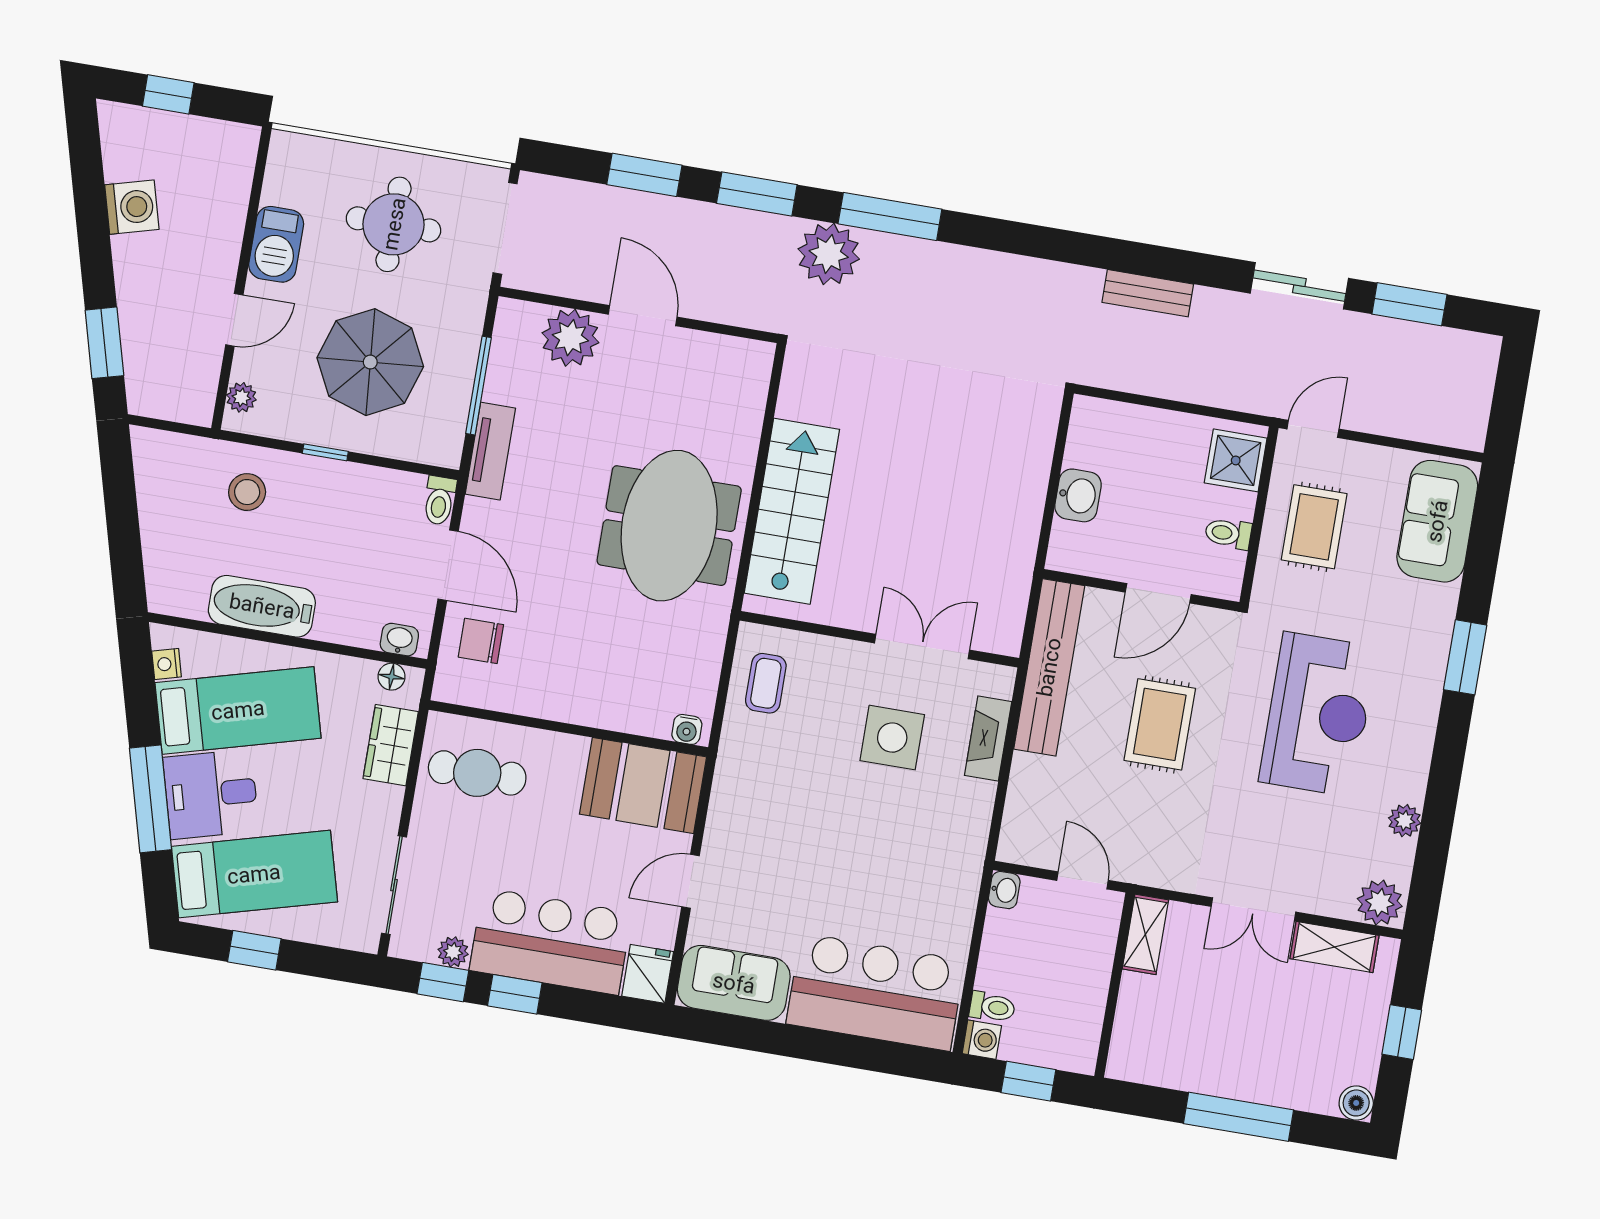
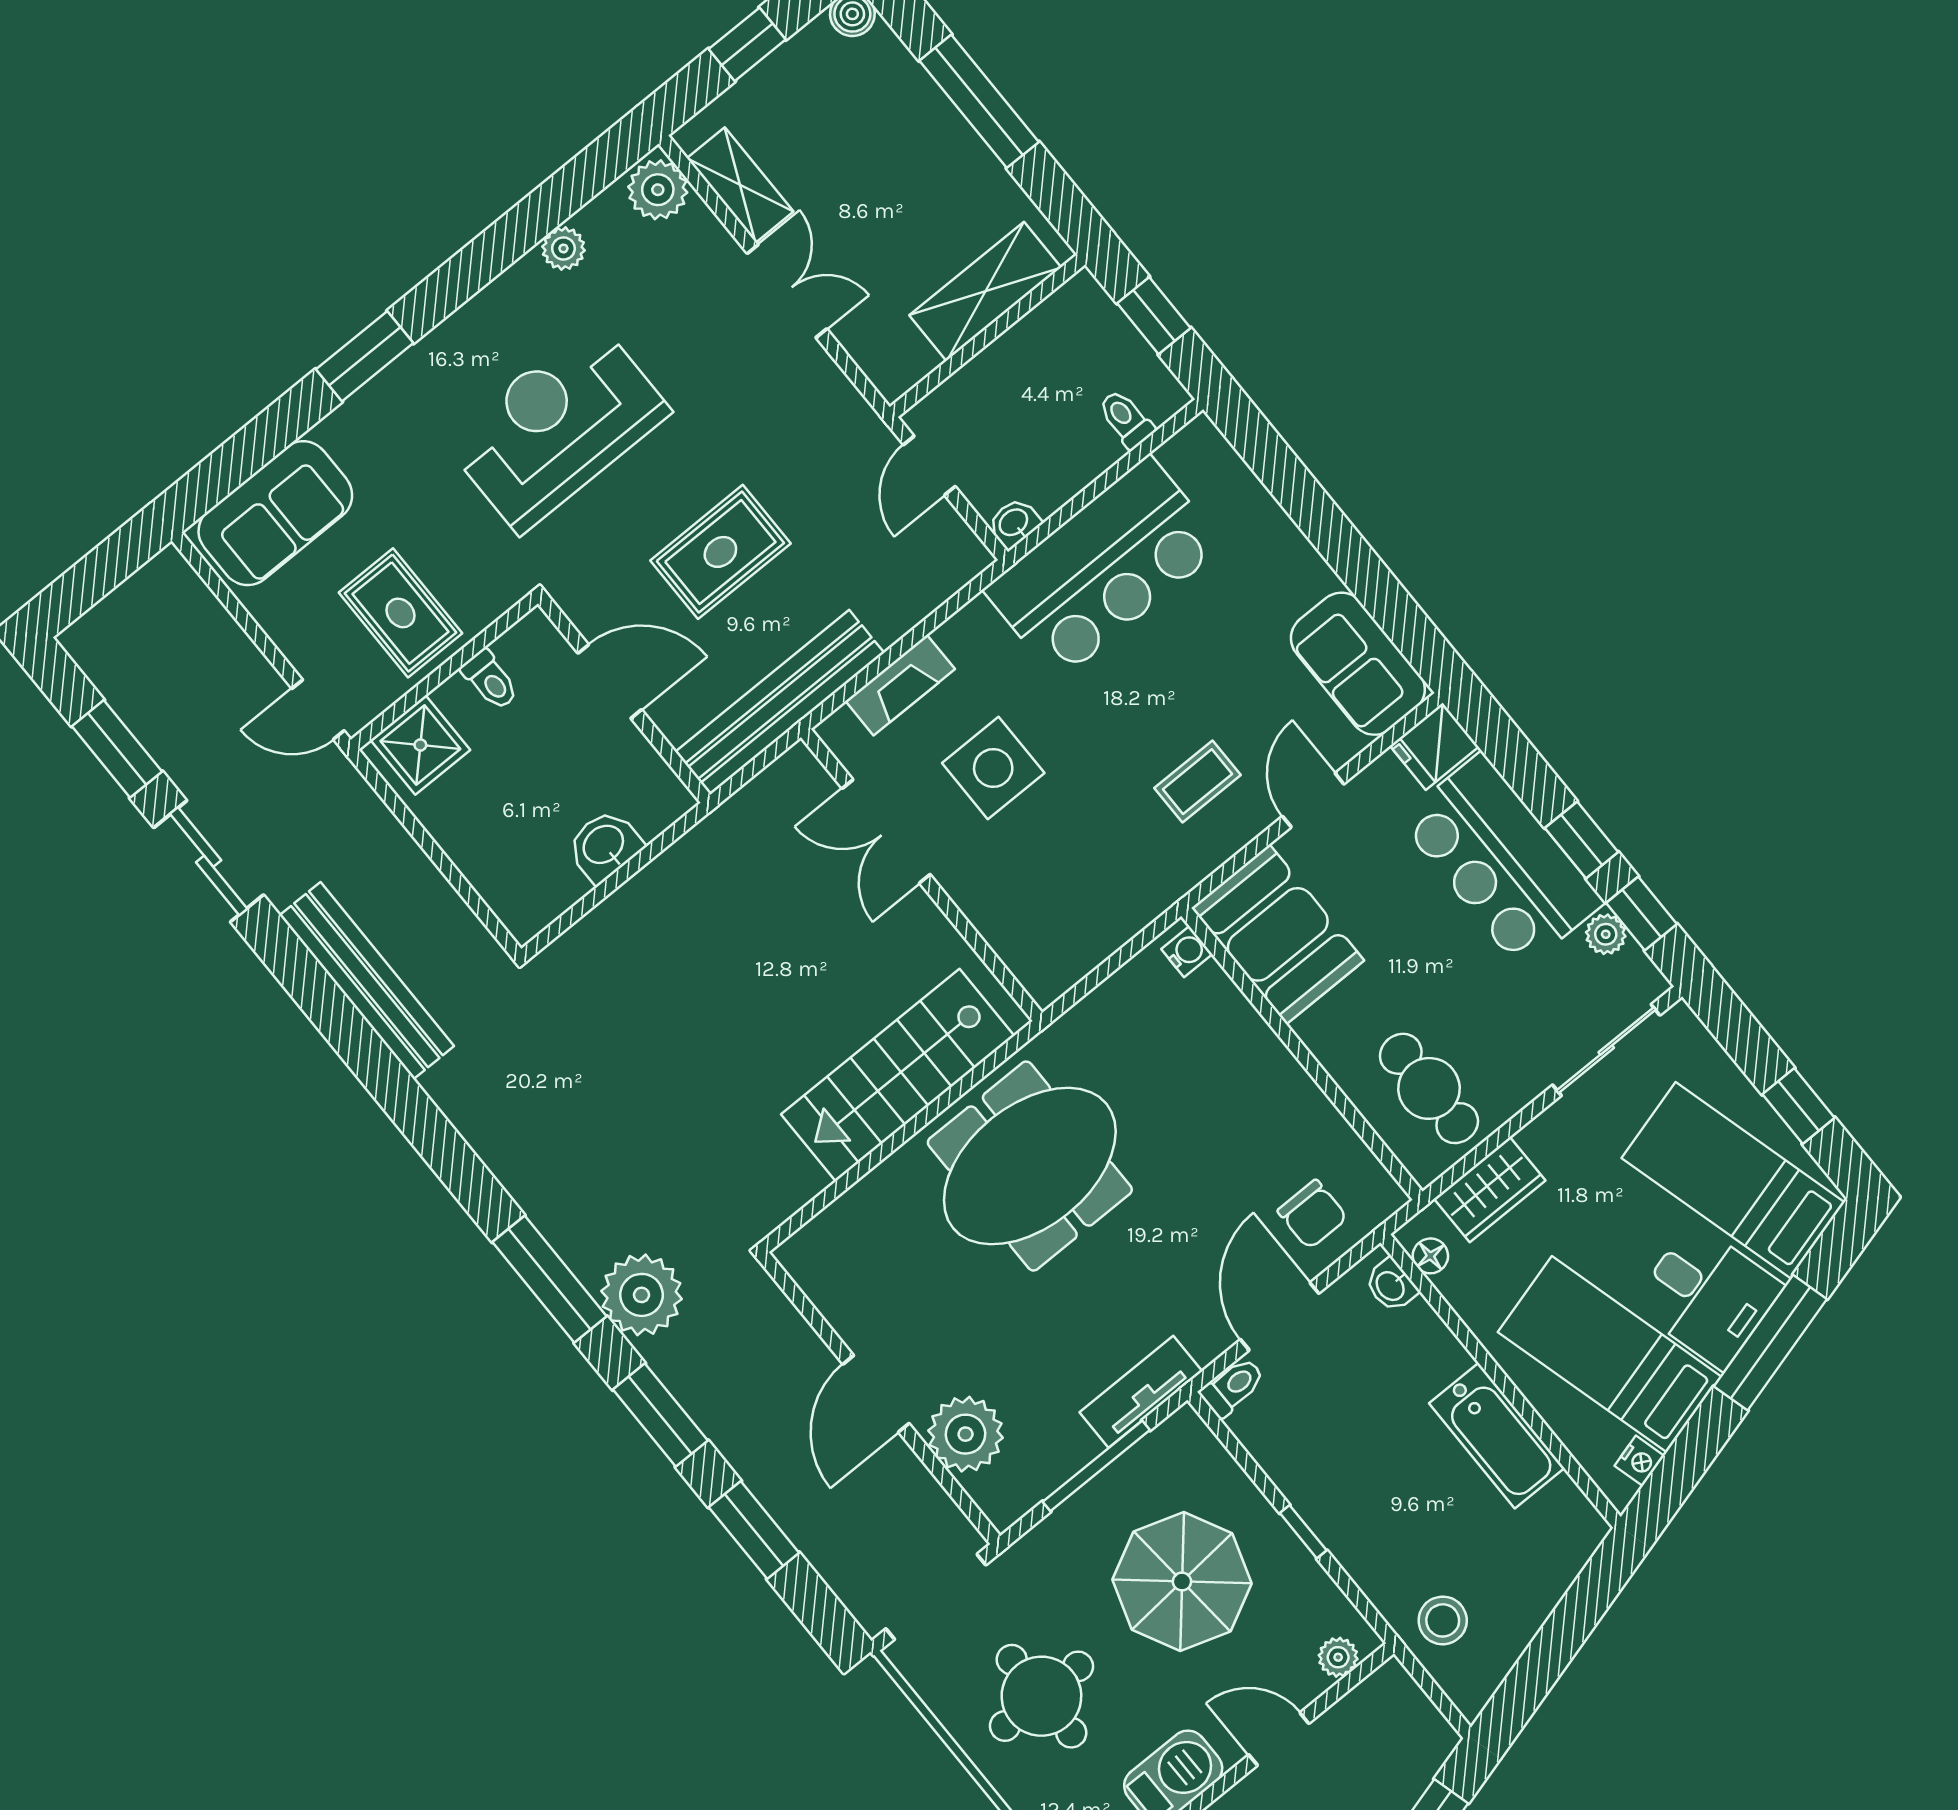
bench: (1148, 293) -> (367, 981), width x1.86, depth x1.21
stool: (247, 492) -> (1443, 1620), moved
rug: (1314, 527) -> (401, 613), turned 90
coffee table: (766, 683) -> (1197, 782), moved
door: (691, 881) -> (1313, 800), swing flipped
shelving: (1145, 934) -> (985, 291), moved, width x1.50, depth x1.33
bar counter: (876, 992) -> (1104, 568), moved, turned -90
washing machine: (982, 1040) -> (1164, 396), removed

